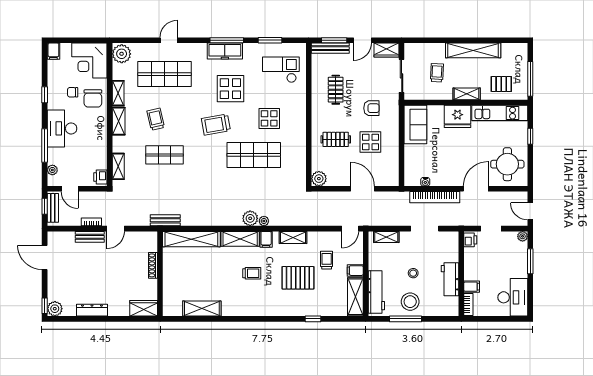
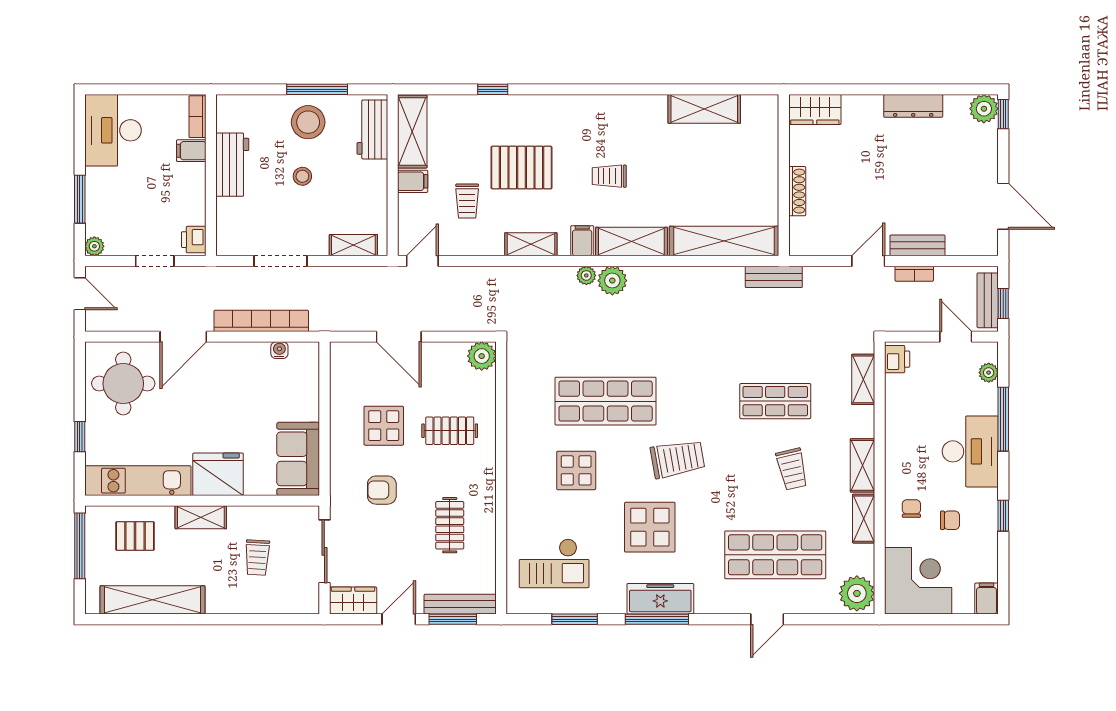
shelving: (473, 50) -> (153, 600), moved
chair: (93, 98) -> (911, 509), width x0.54, depth x0.54
workbench: (376, 292) -> (372, 129), width x0.73

